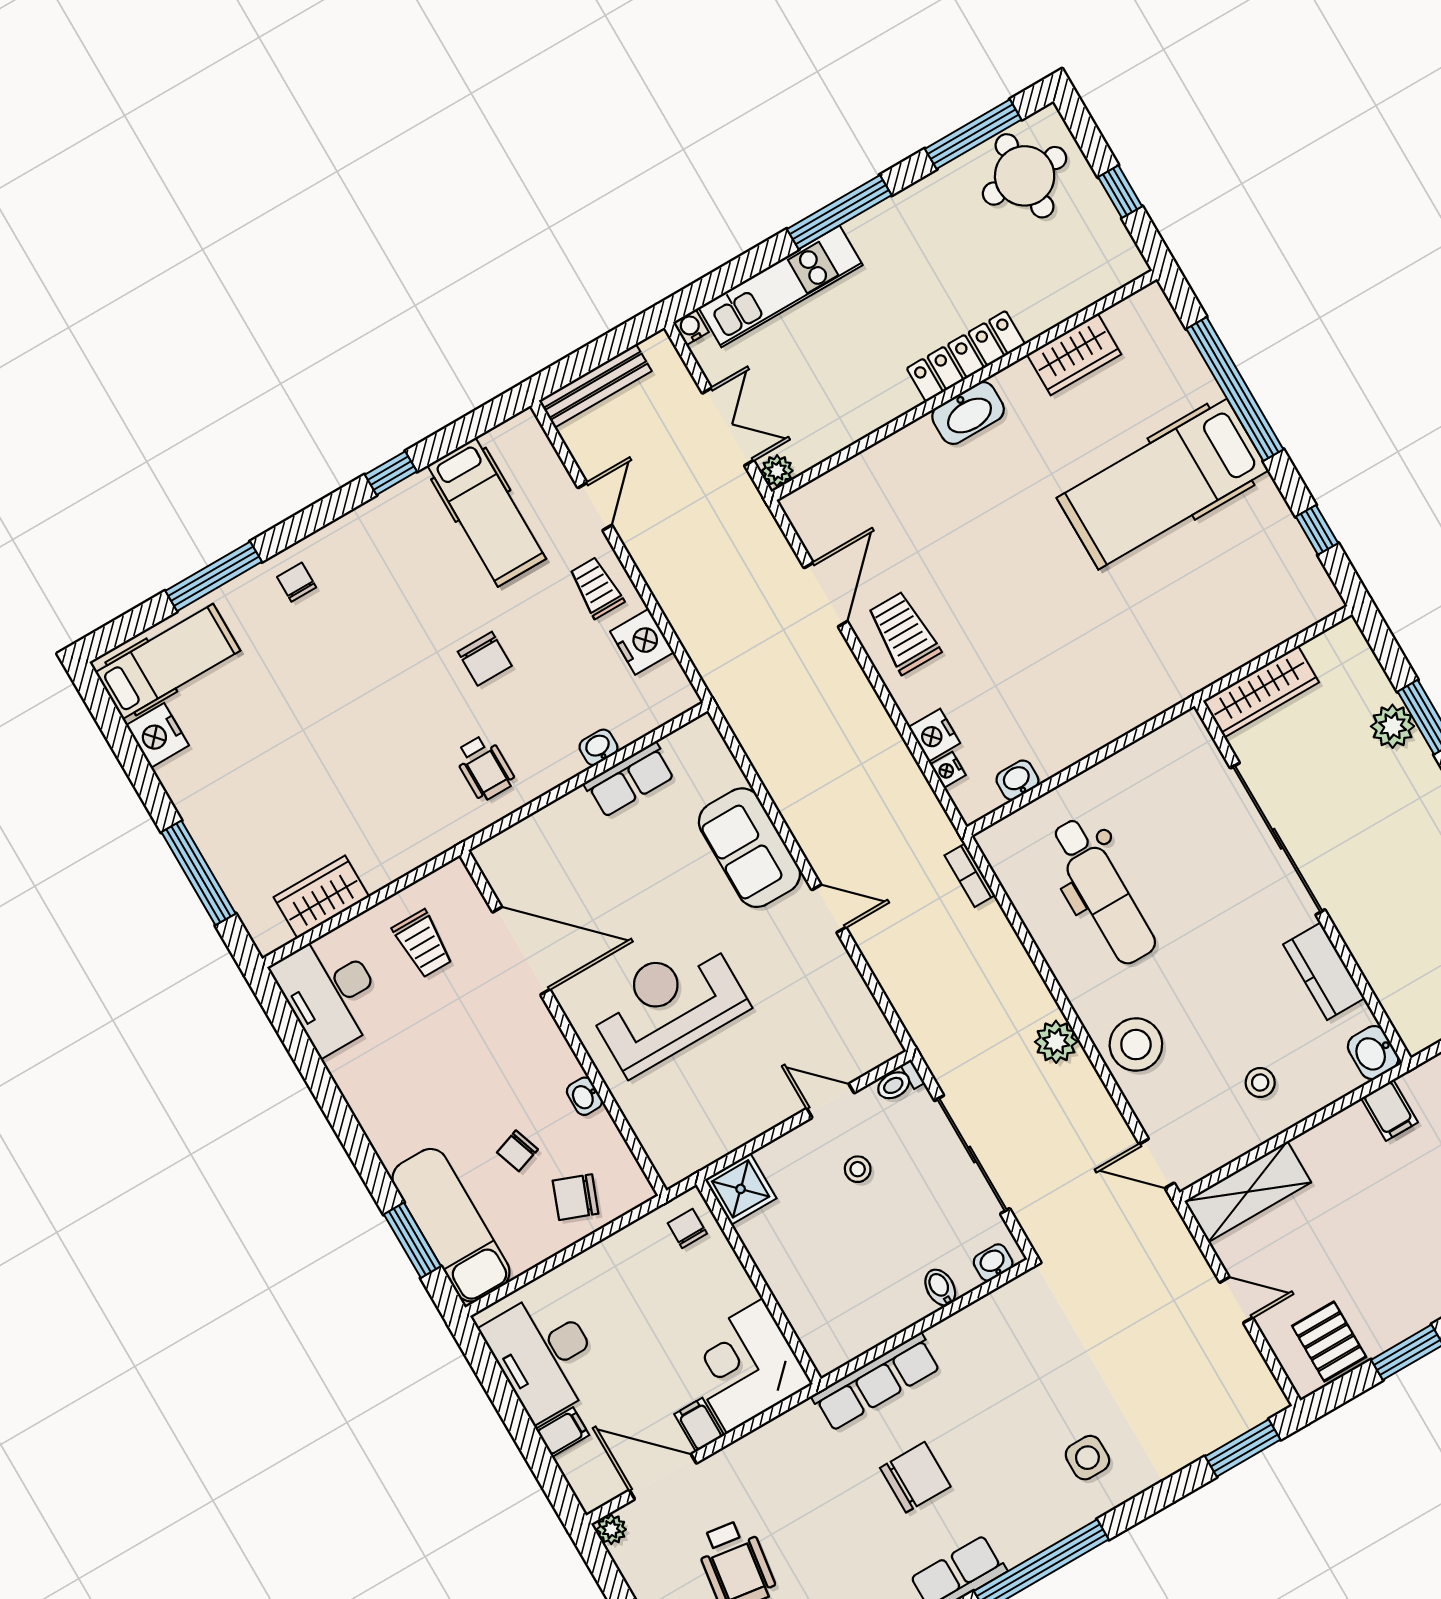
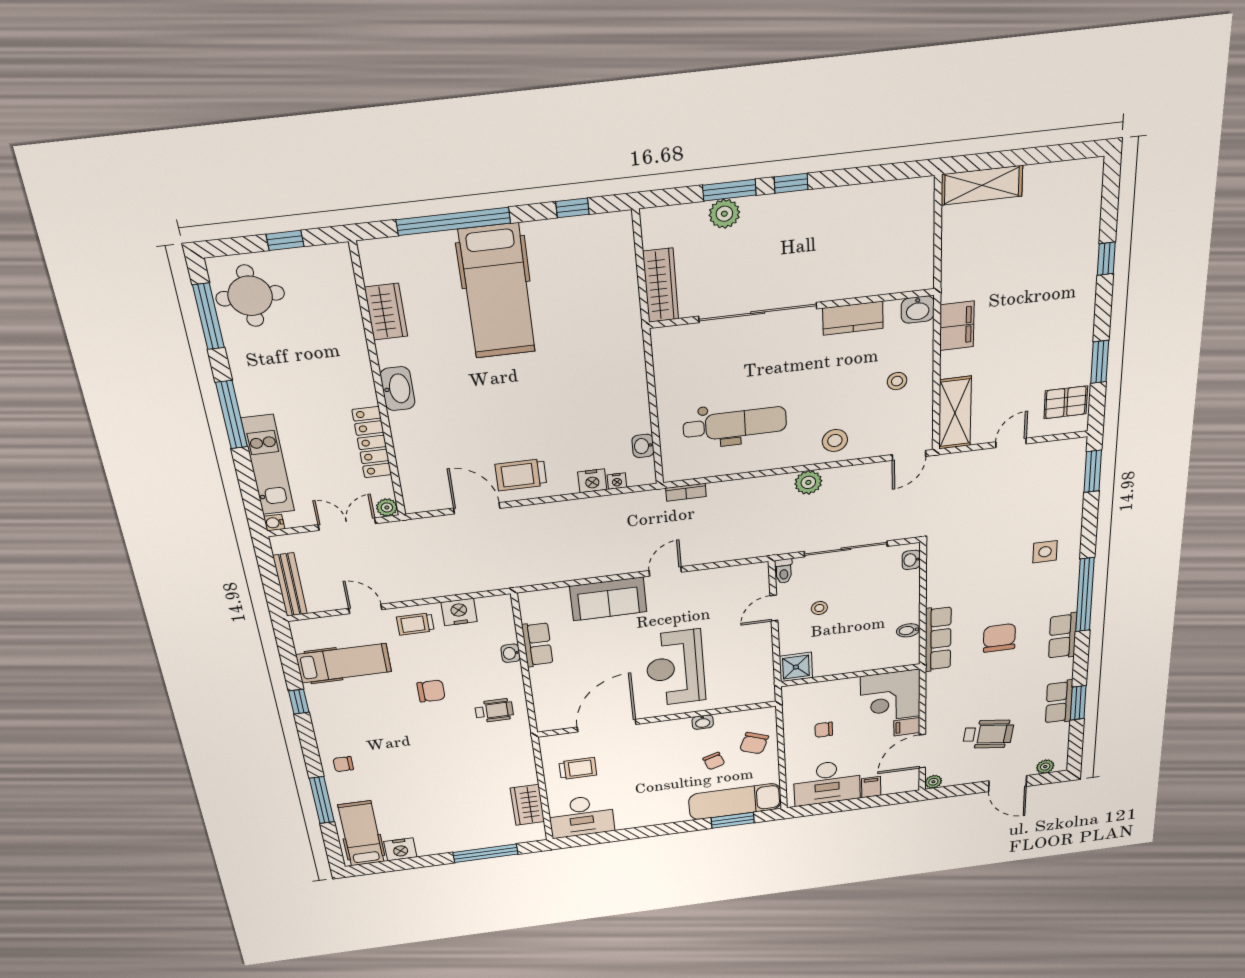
locker: (966, 356) -> (372, 442), moved
stool: (1136, 1045) -> (835, 441), width x0.73, depth x0.73
filing cabinet: (1390, 1110) -> (957, 326), width x2.00
chair: (687, 1228) -> (824, 730), moved
bidet: (940, 1288) -> (908, 630), moved

